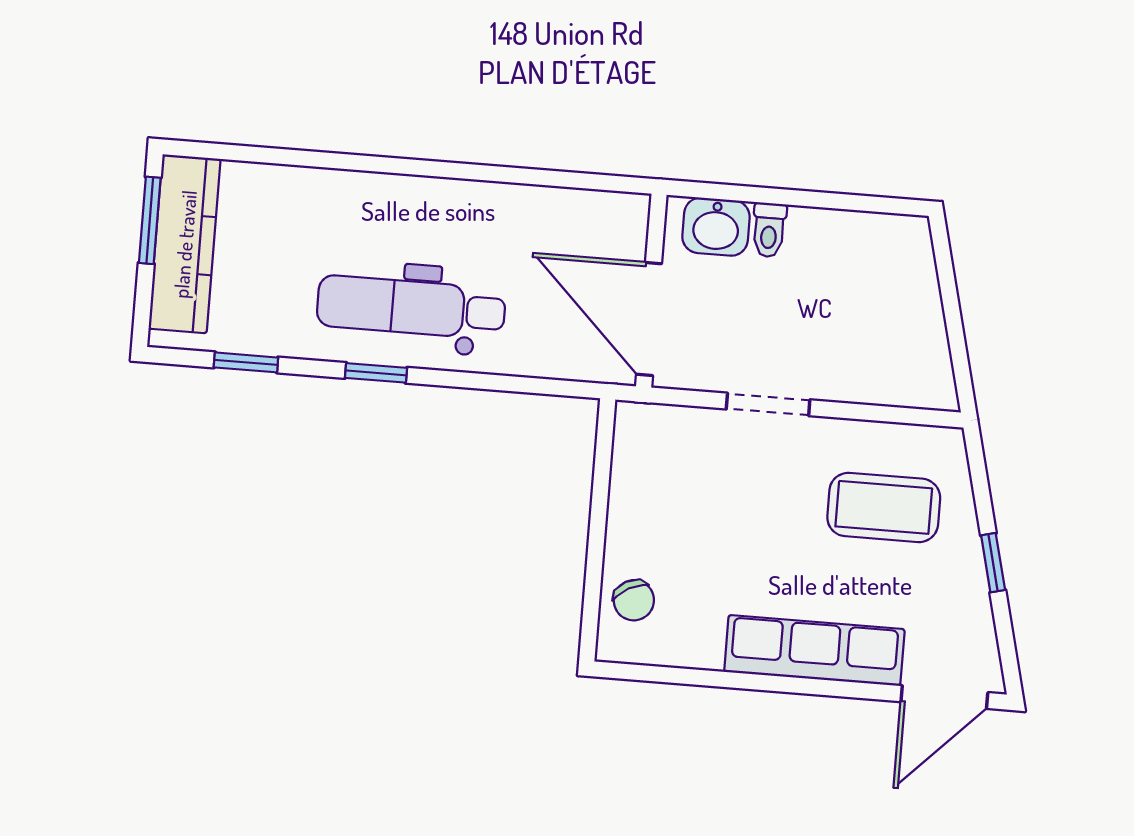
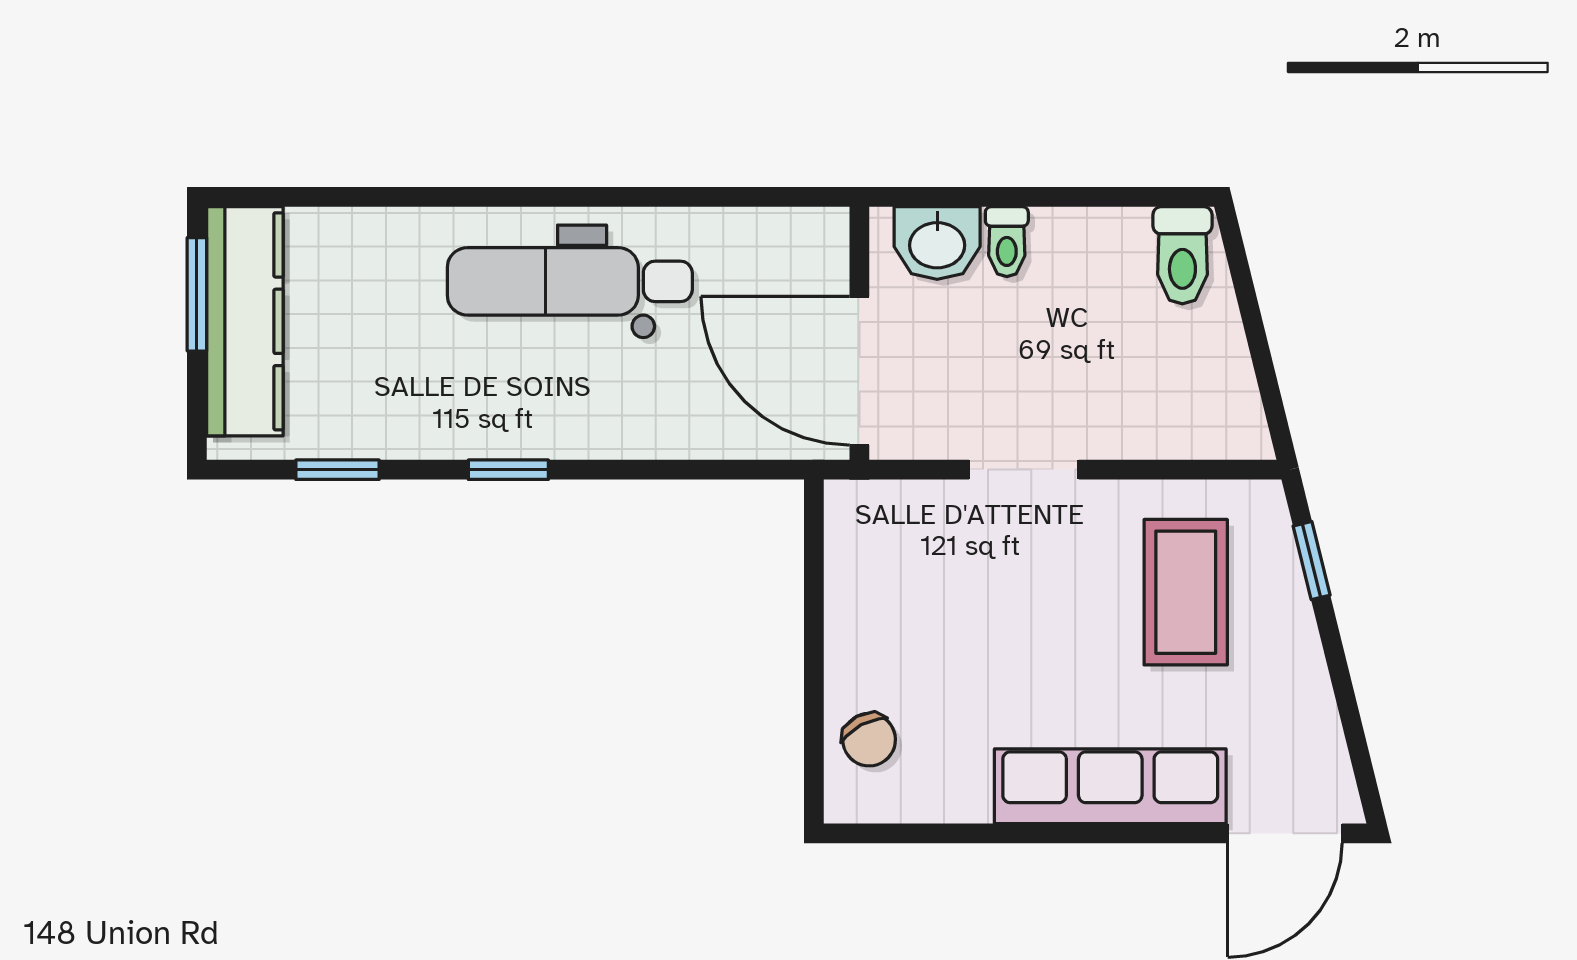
toilet: (902, 251) -> (1182, 255), added
dental chair: (411, 307) -> (570, 281), moved
coffee table: (884, 507) -> (1186, 592), turned 90
window: (993, 563) -> (1312, 561), moved

